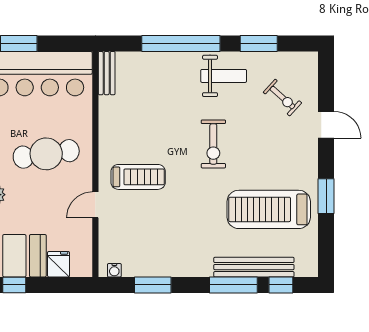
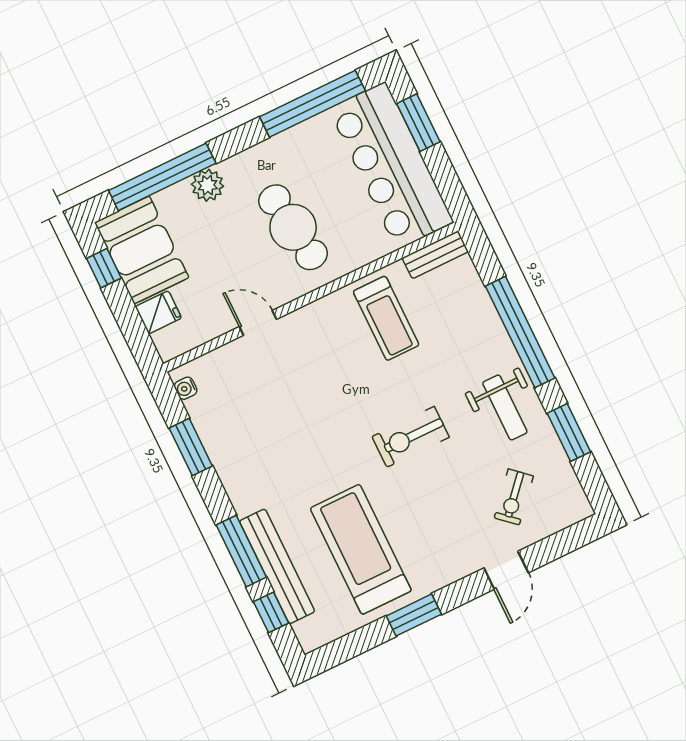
treadmill: (138, 177) -> (386, 318), moved

